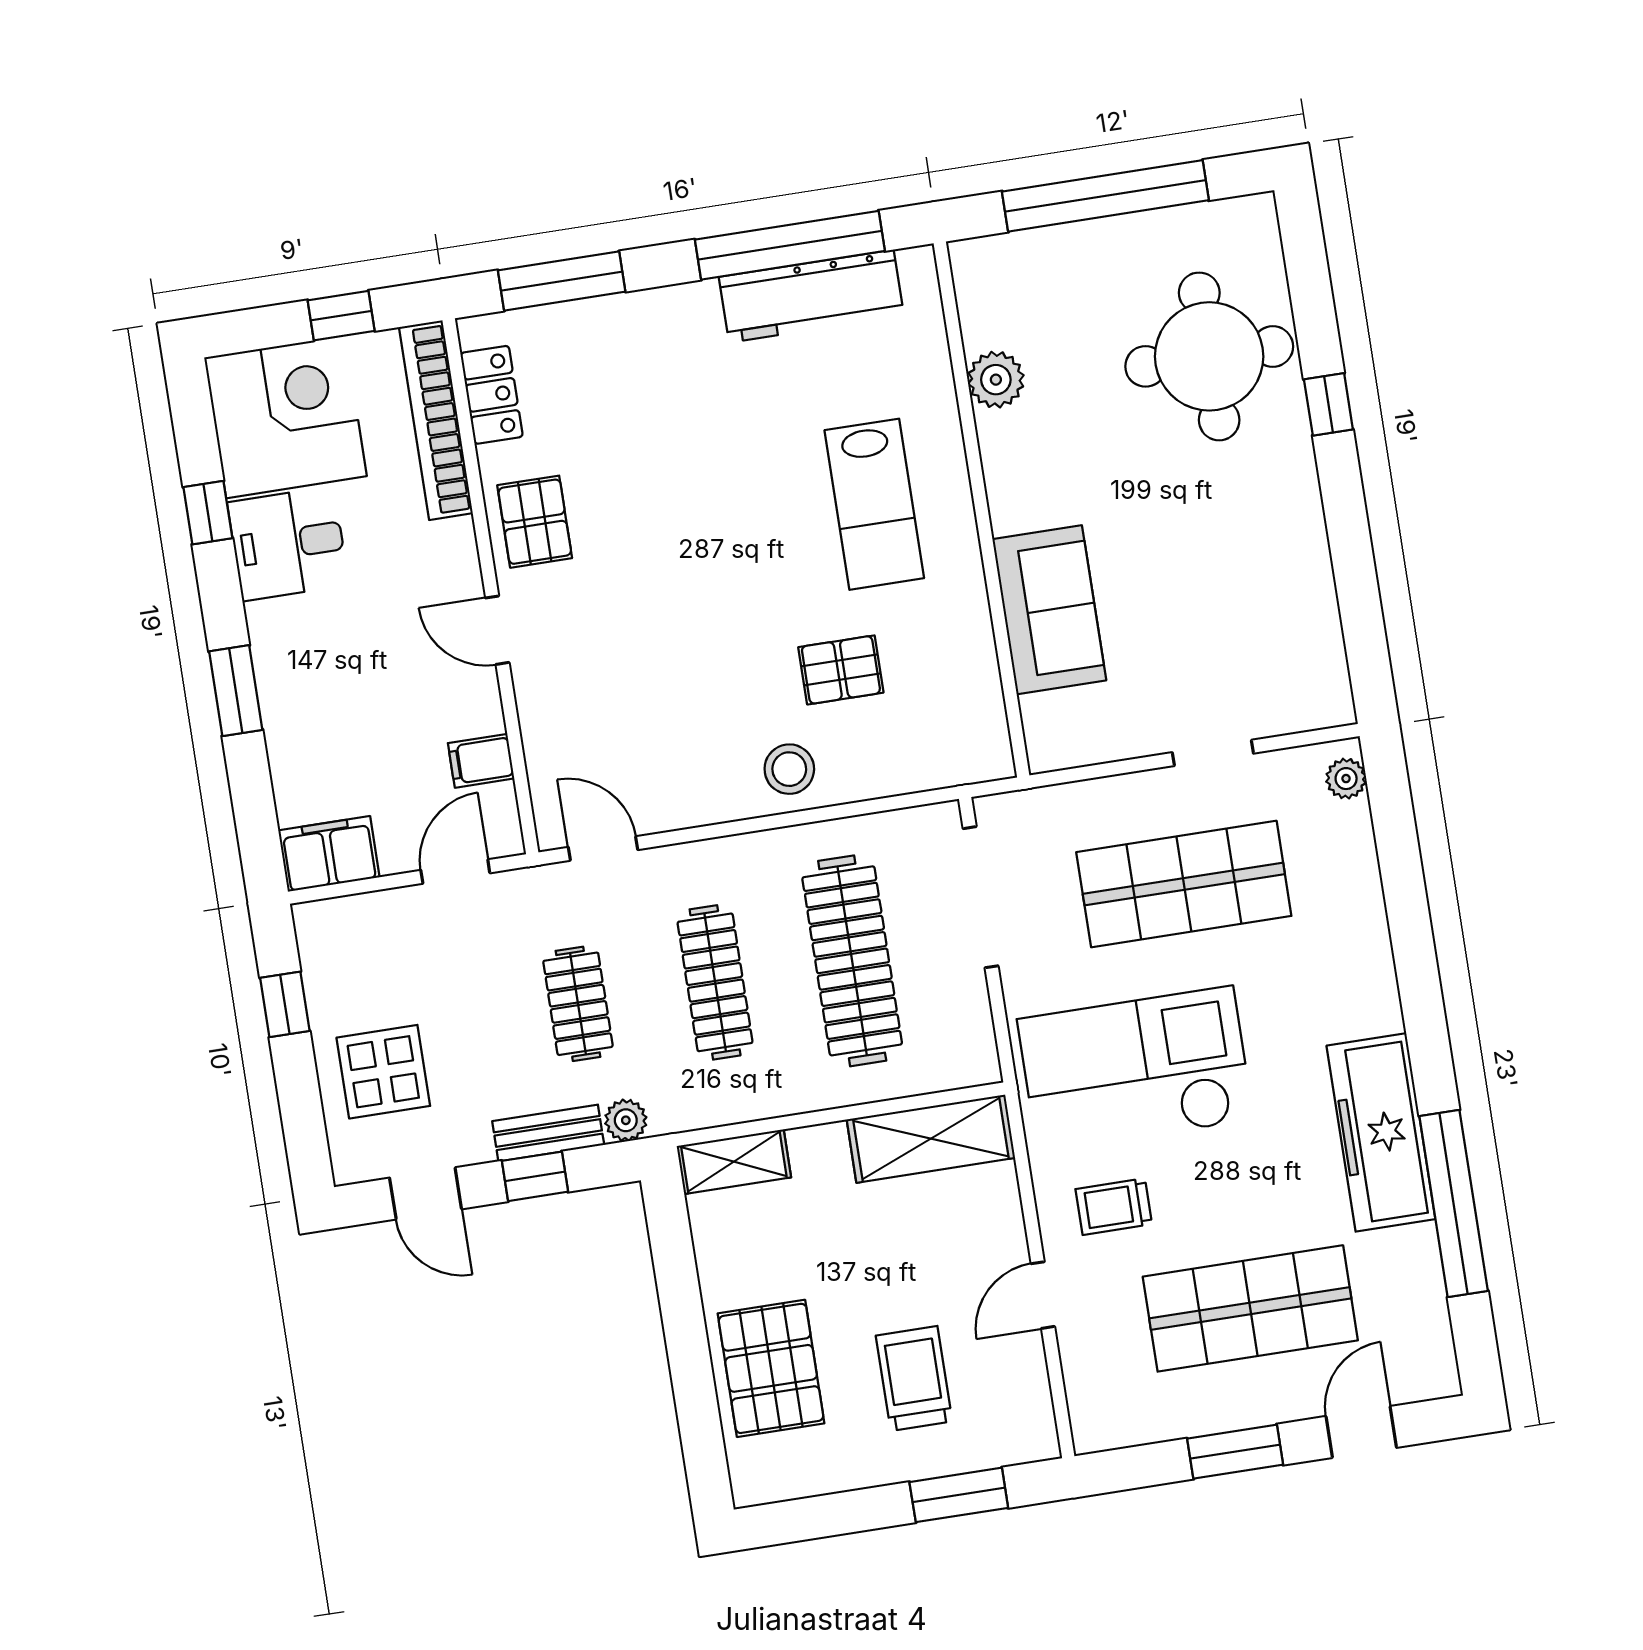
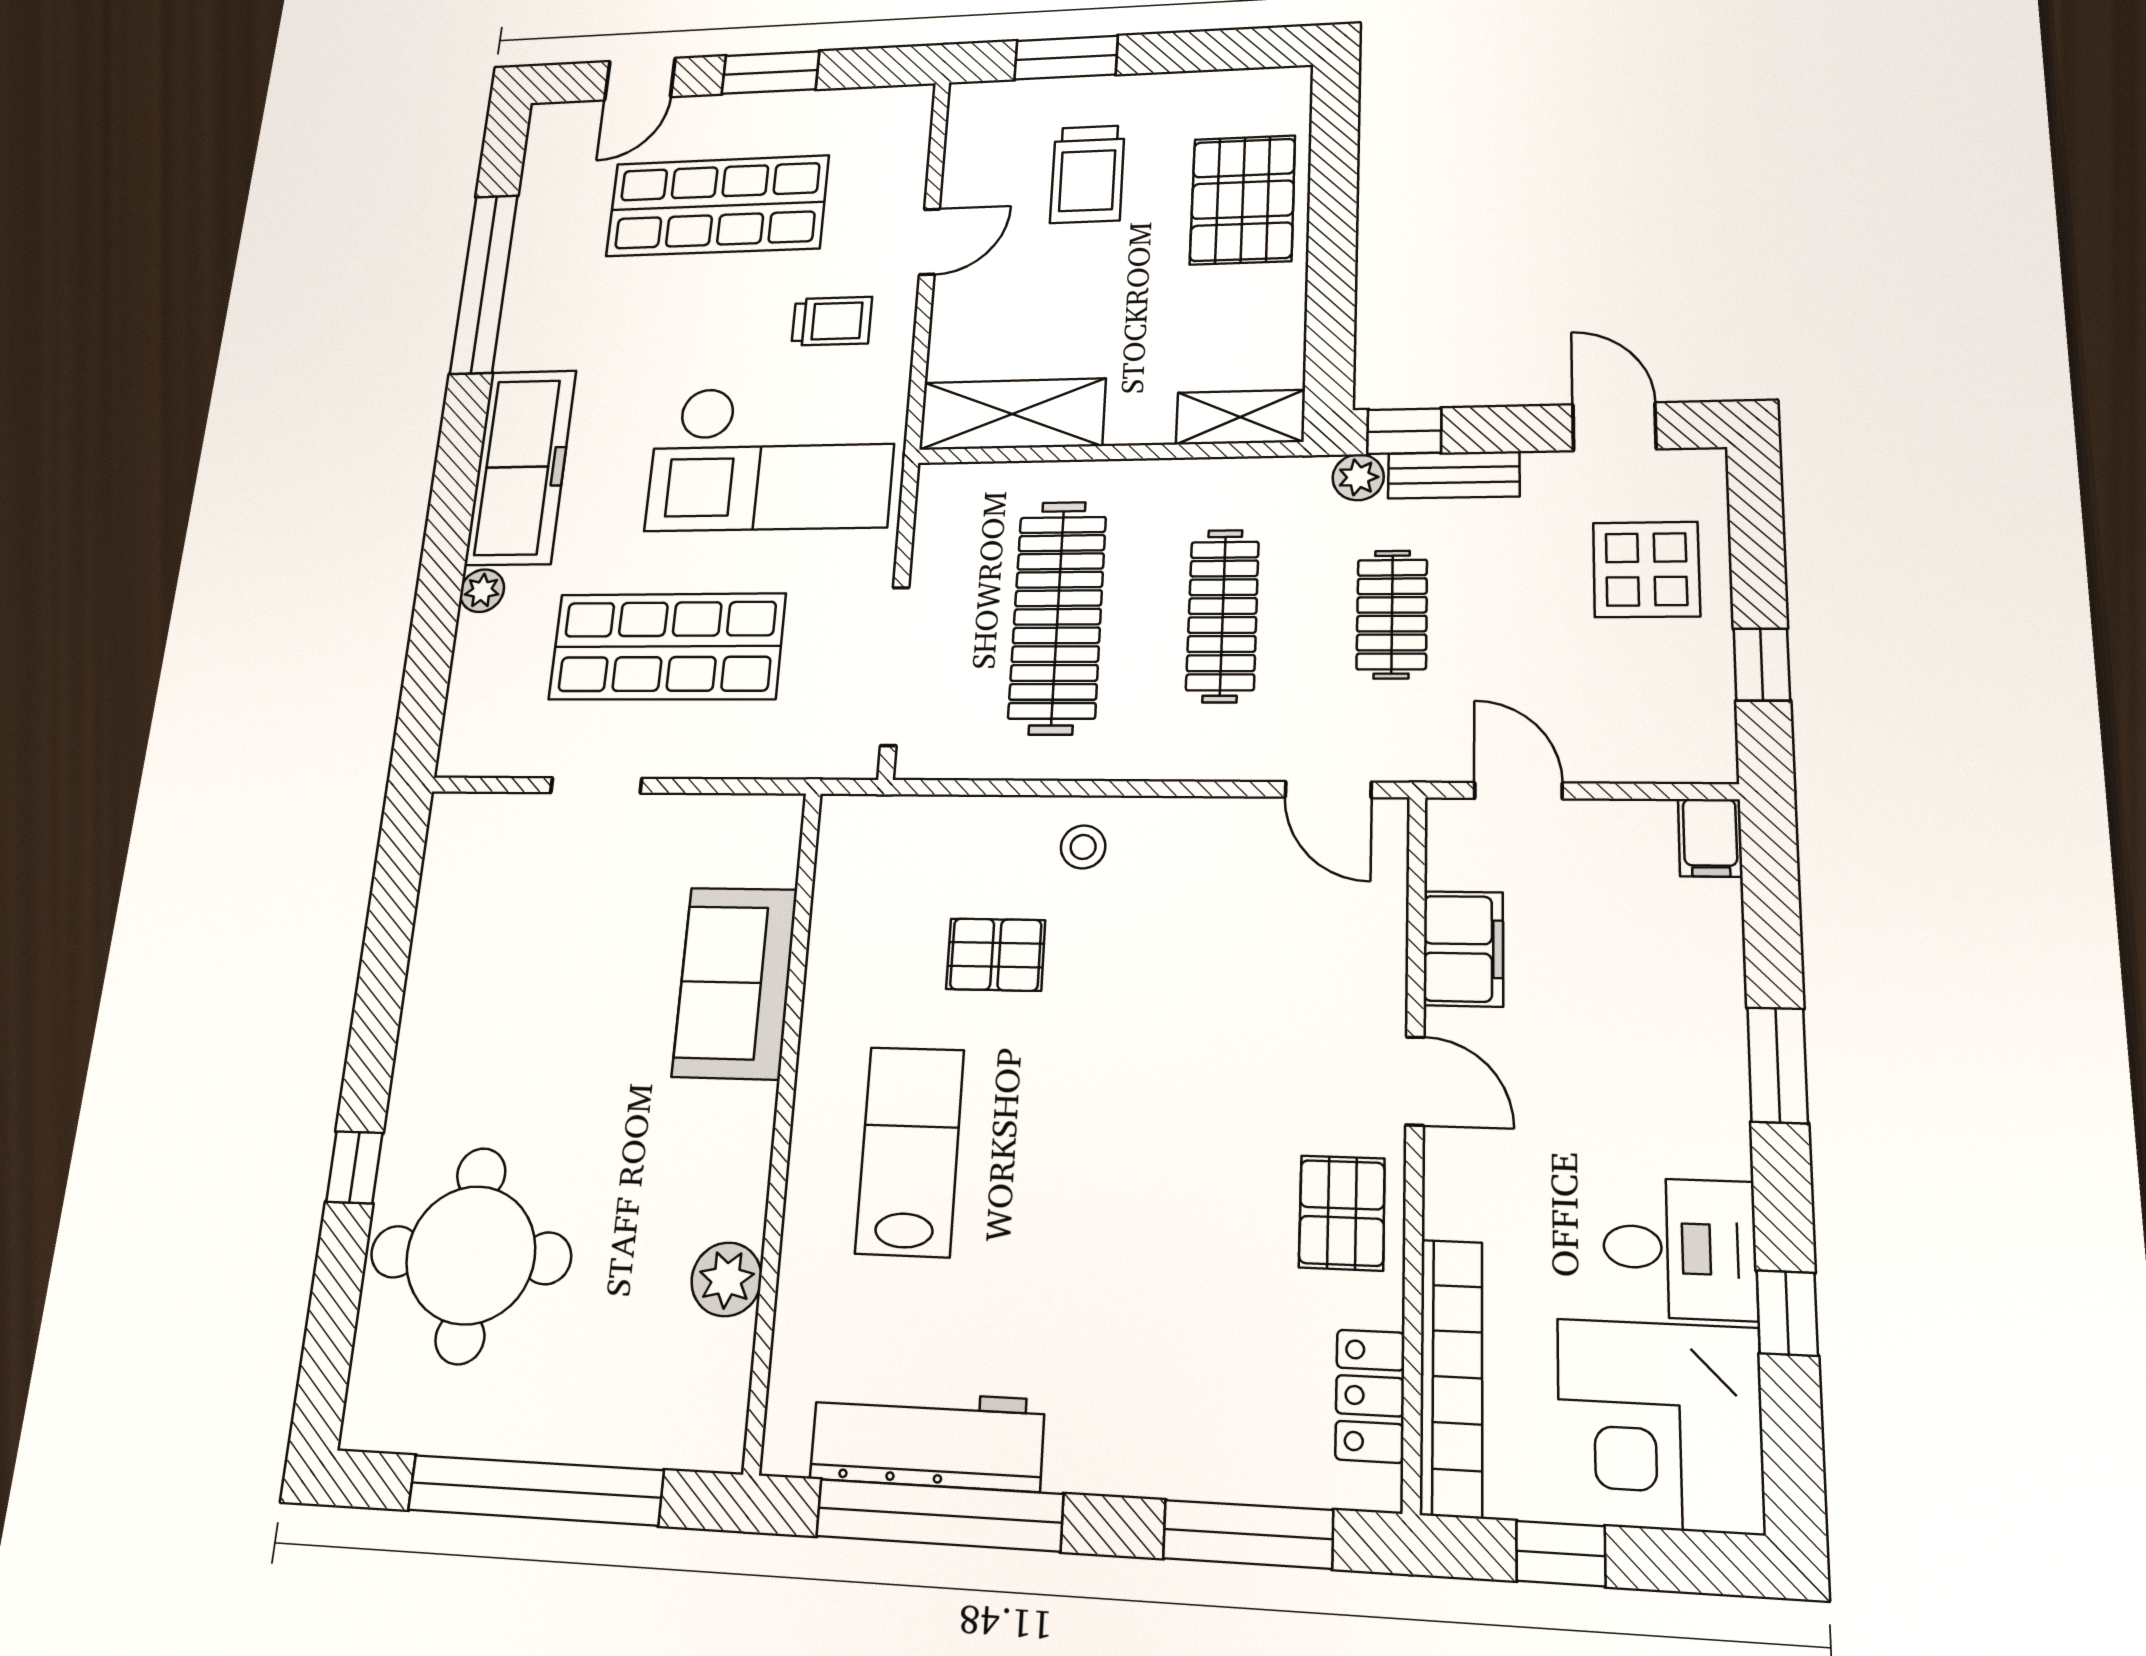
filing cabinet: (481, 761) -> (1463, 949), width x2.00
stool: (789, 769) -> (1083, 847), width x0.73, depth x0.73
plant: (1346, 779) -> (482, 591), moved
filing cabinet: (329, 854) -> (1710, 838), width x0.50
door: (455, 872) -> (1518, 791), swing flipped
freezer: (1381, 1132) -> (521, 467), moved
window: (535, 1176) -> (1404, 431), moved

